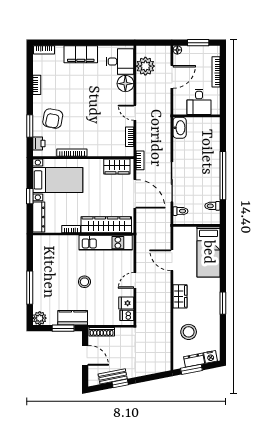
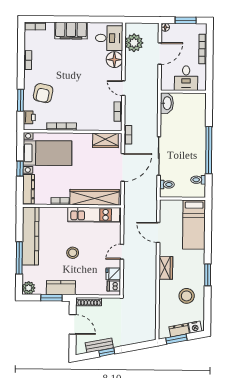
door: (135, 194) -> (123, 167), hinge flipped
kitchen counter: (41, 265) -> (31, 236), added
stool: (189, 332) -> (187, 296), moved

